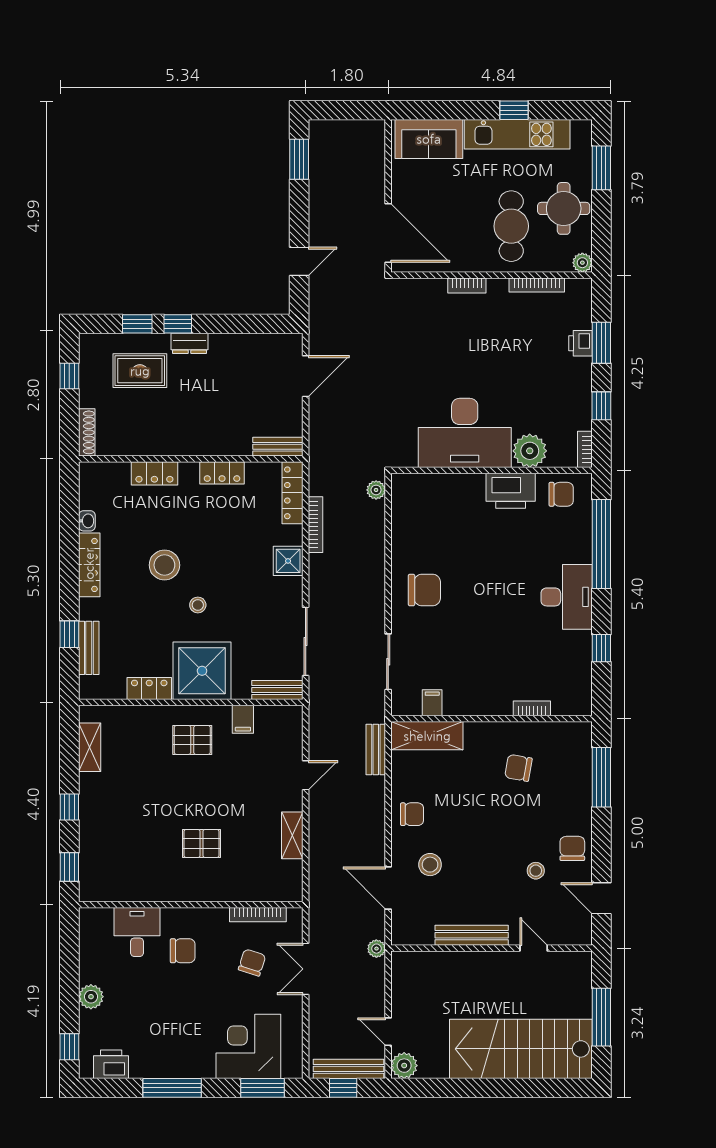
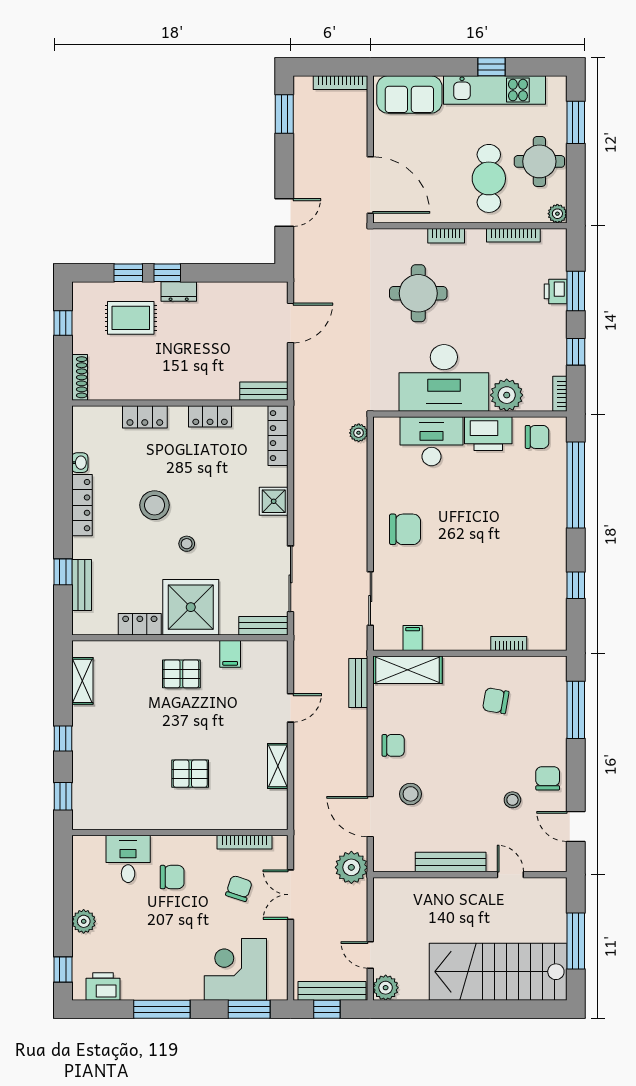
round table: (438, 345) -> (418, 293), added
bookcase: (315, 525) -> (341, 83), moved, turned 90
desk: (567, 597) -> (432, 441), moved, turned -90
plant: (376, 949) -> (351, 867), width x1.88, depth x1.88

